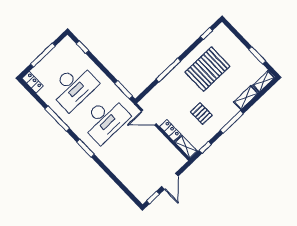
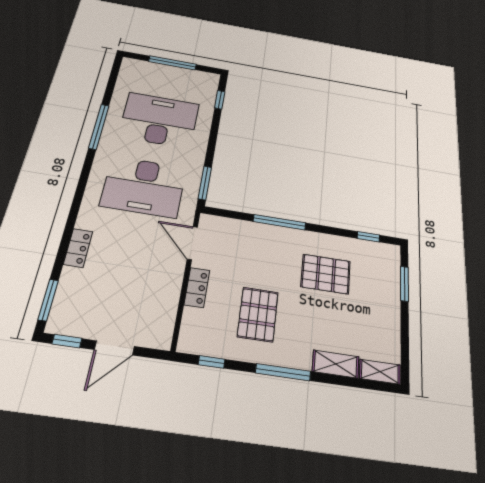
window: (257, 55) -> (404, 284), moved
pallet: (207, 69) -> (326, 274), width x0.73, depth x0.71
locker: (33, 82) -> (78, 248), moved
desk: (74, 87) -> (159, 120), turned 180
pallet: (201, 114) -> (258, 314), width x1.50, depth x1.42
shelving: (186, 147) -> (190, 330), removed
window: (85, 148) -> (48, 300), moved

